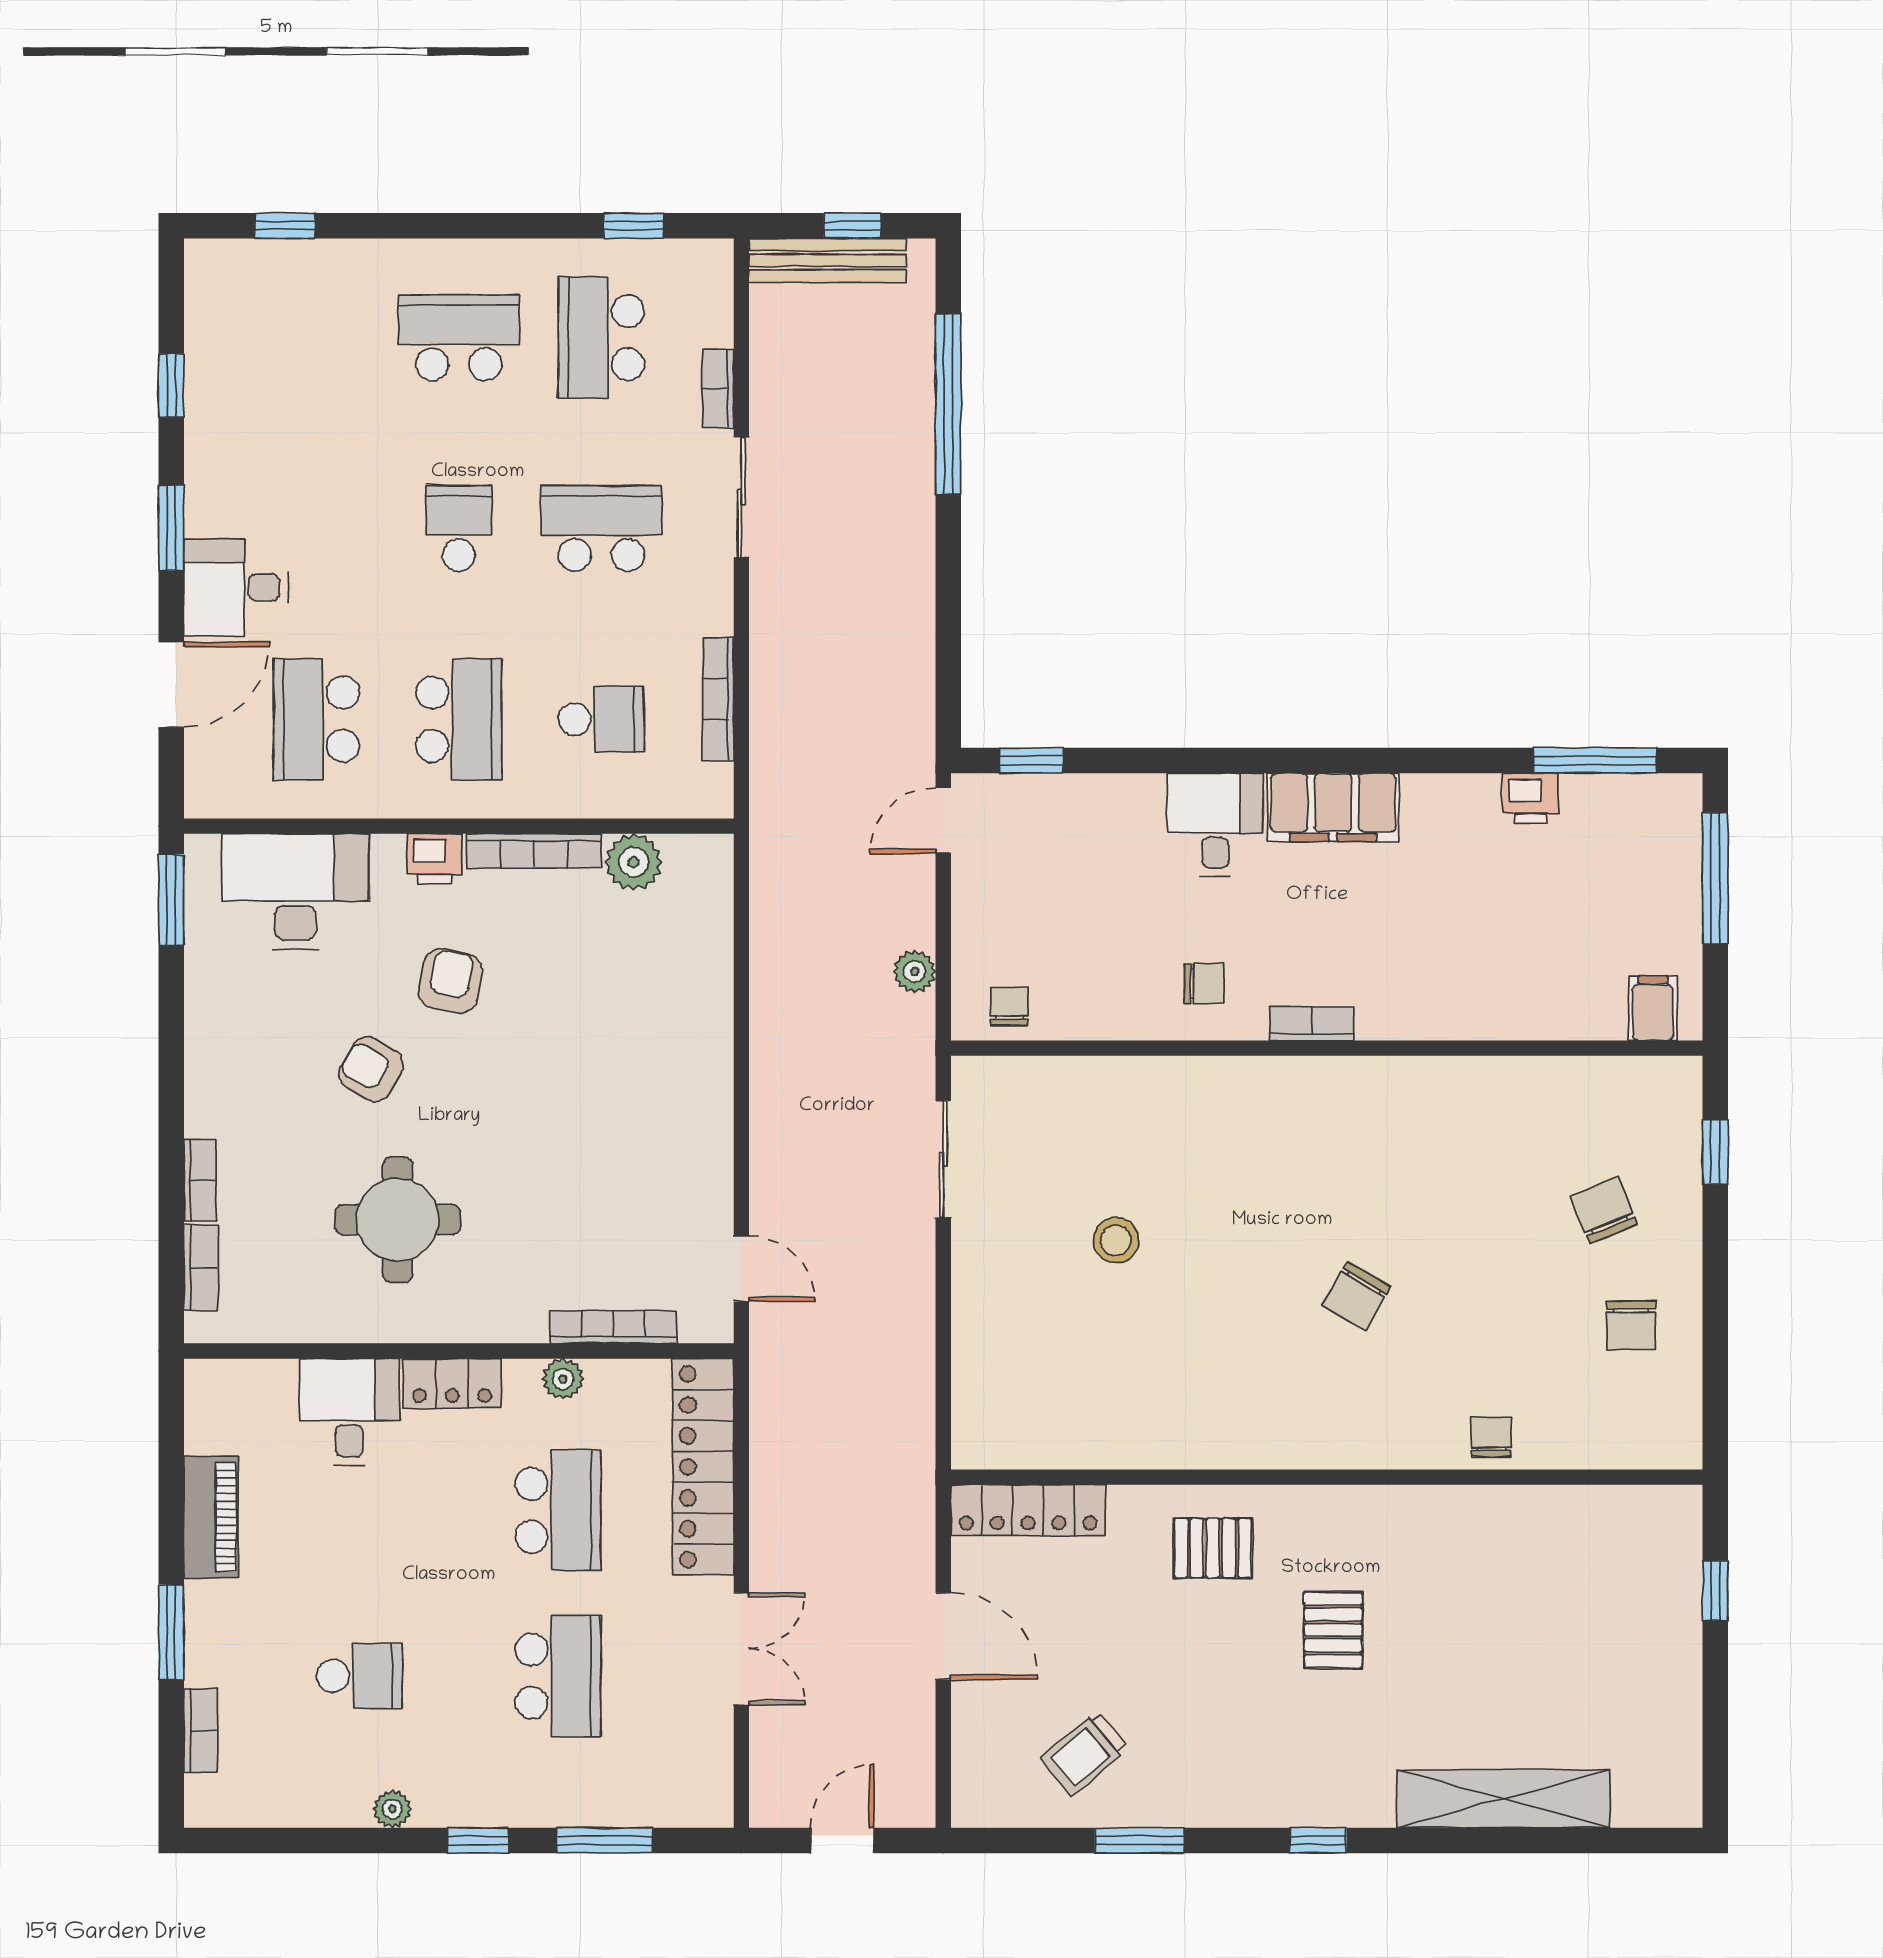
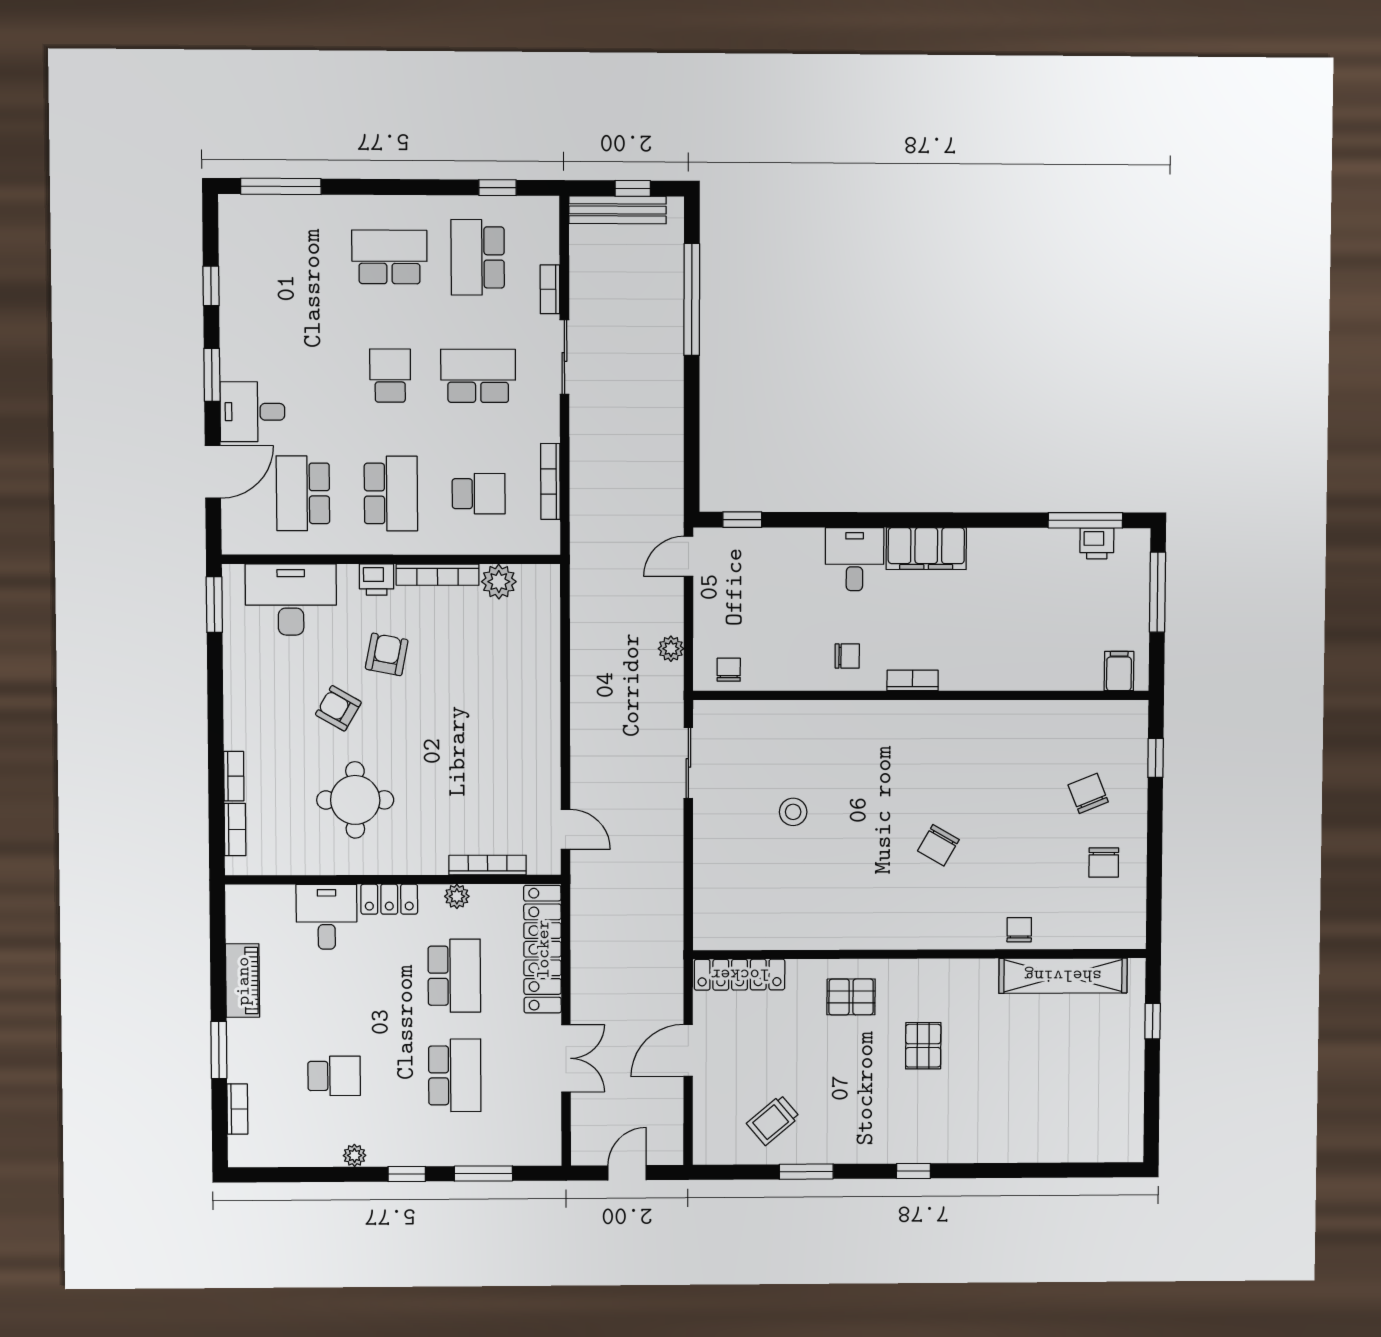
window: (285, 226) -> (281, 186), width x2.17
printer: (1530, 798) -> (1097, 543), moved
door: (943, 1636) -> (688, 1050), swing flipped
shelving: (1503, 1799) -> (1063, 976), moved

